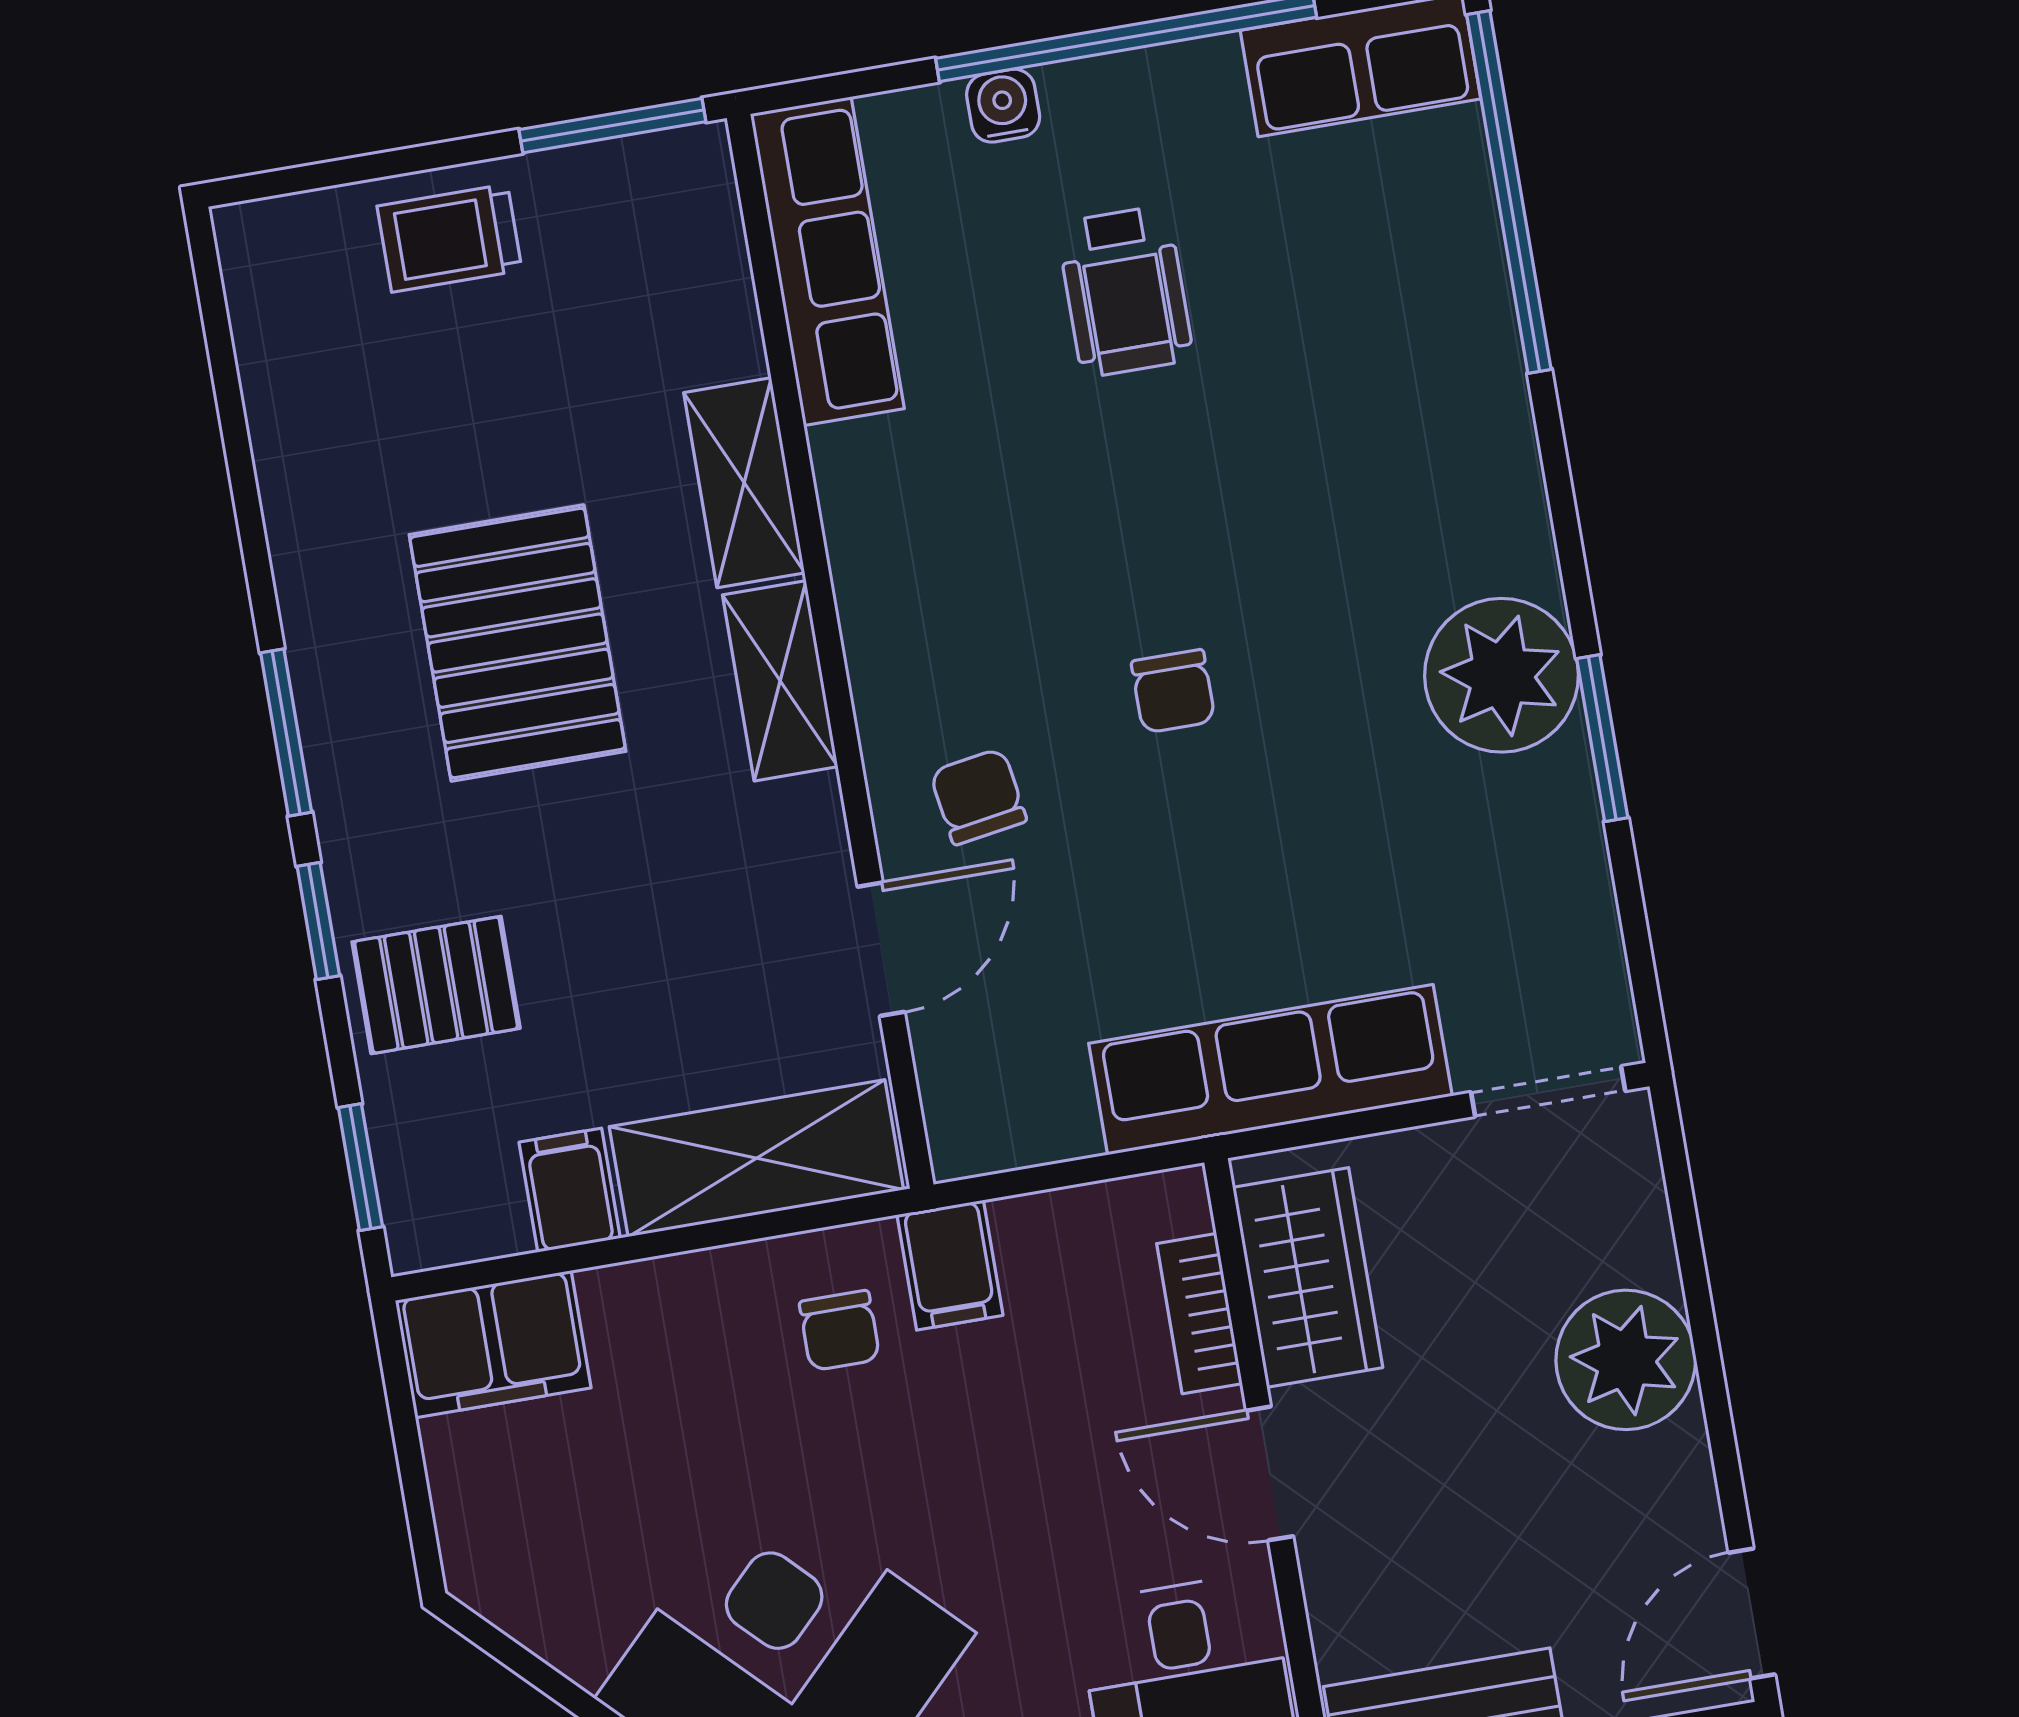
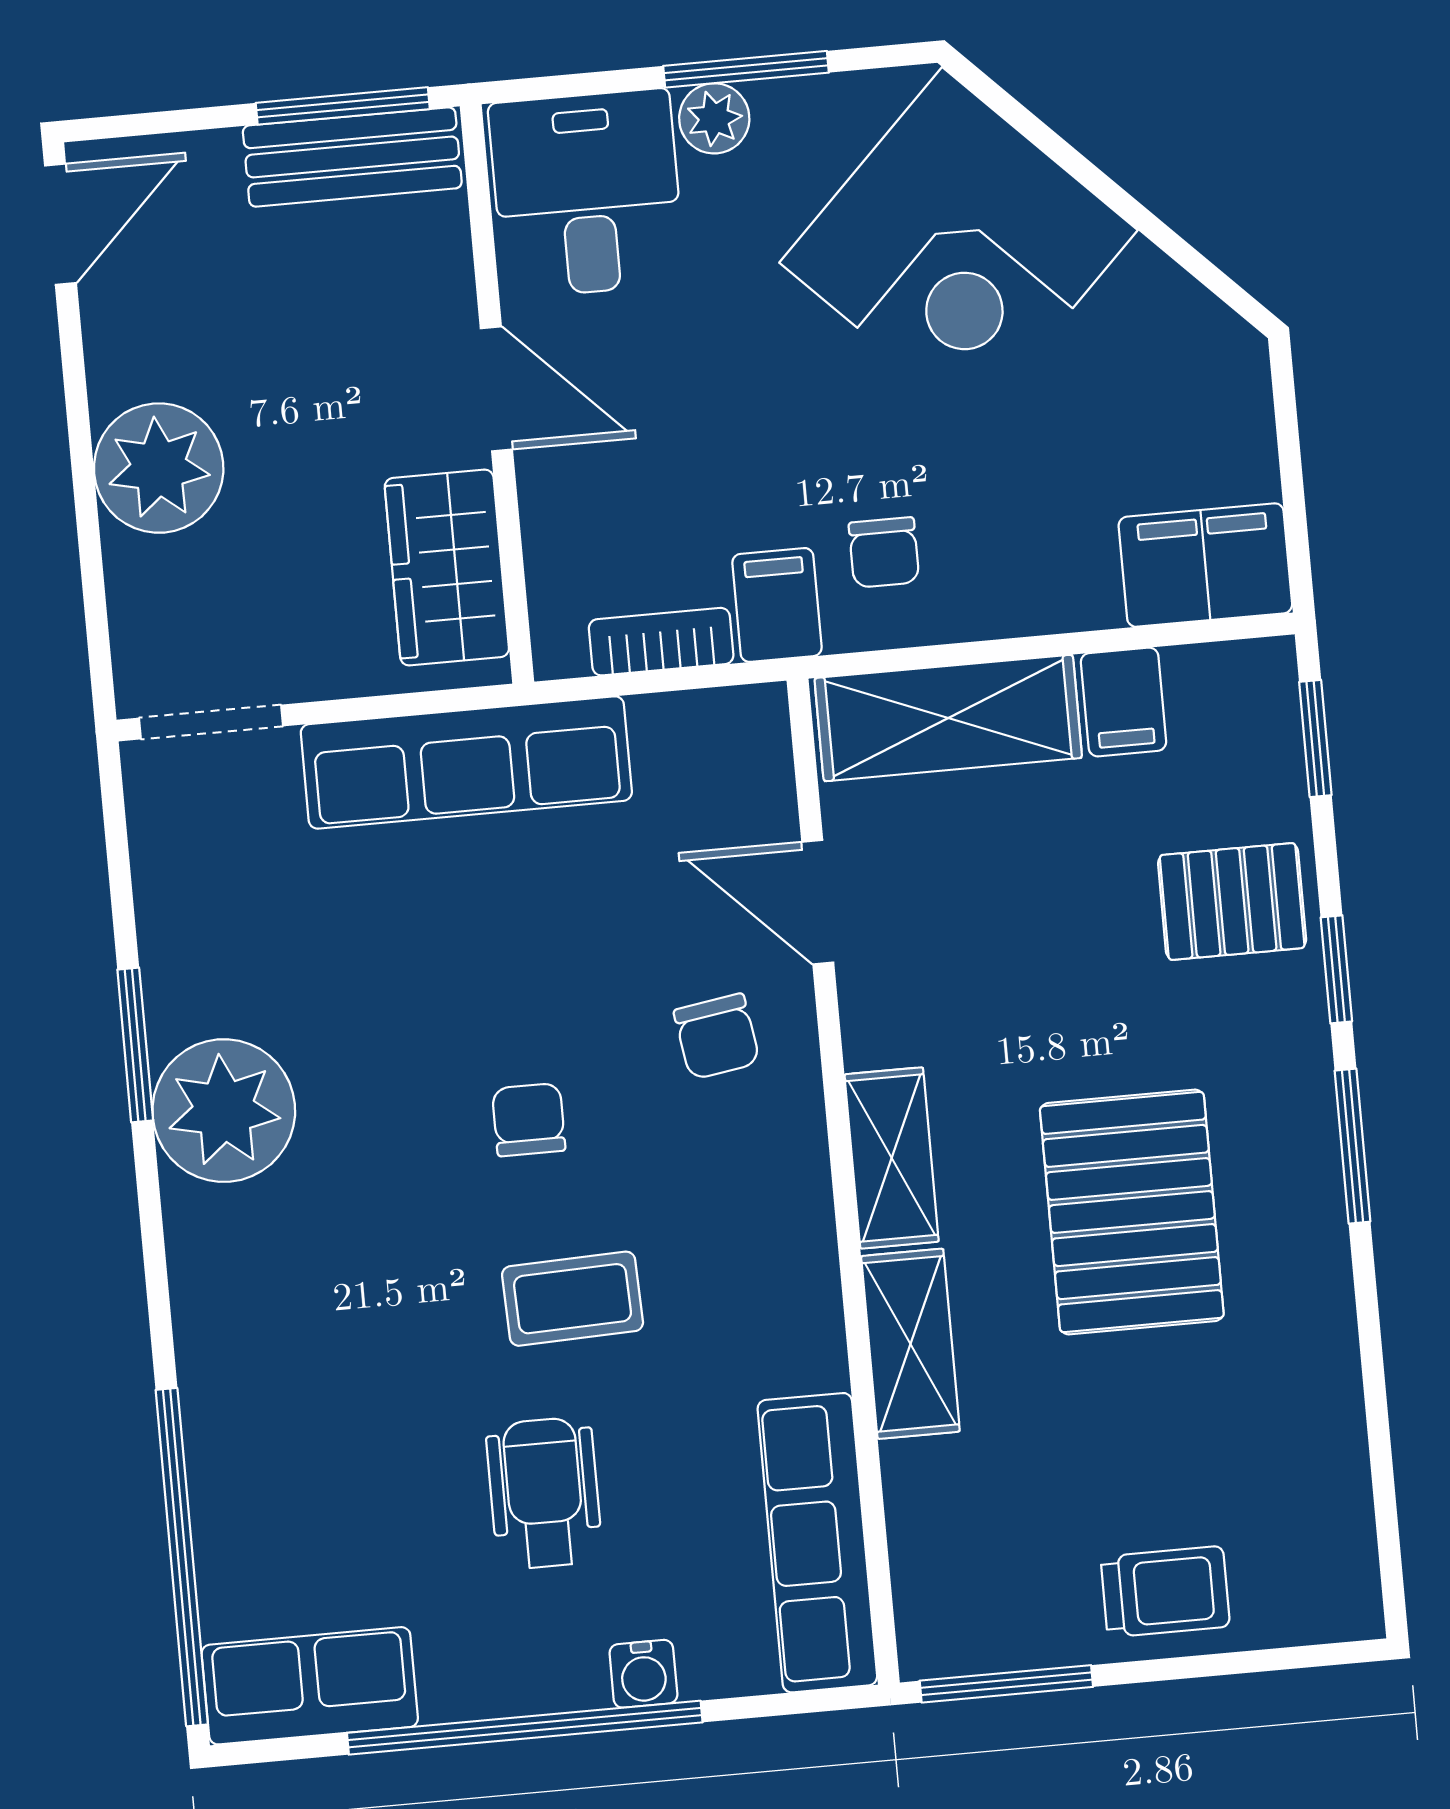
coffee table: (1111, 503) -> (573, 1299), added
door: (881, 949) -> (818, 902), hinge flipped
bookcase: (1199, 1314) -> (661, 642), moved, turned -90
chair: (840, 1331) -> (884, 552), turned 180

